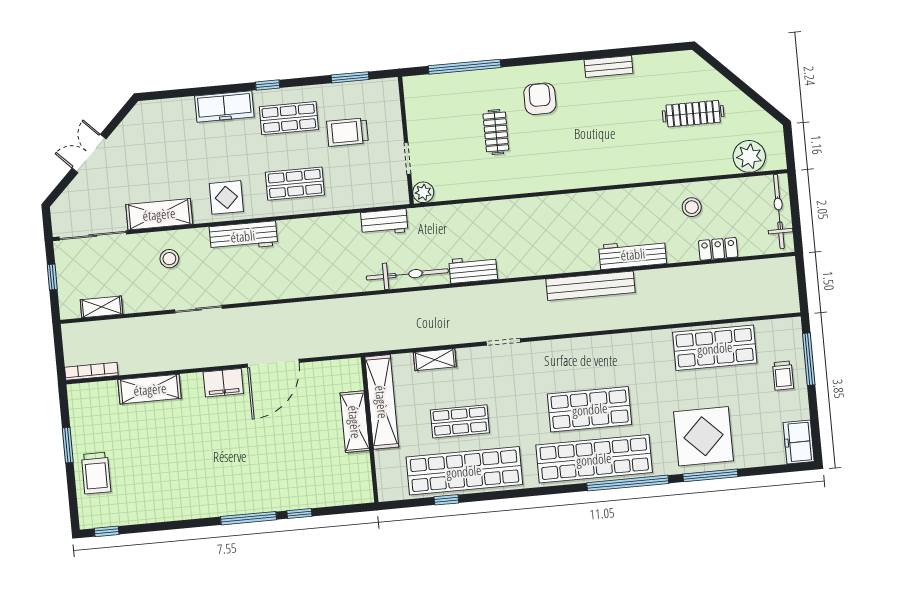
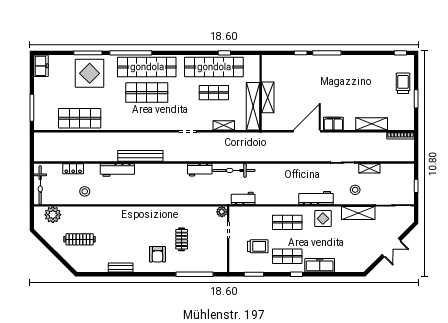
shelving: (102, 307) -> (369, 168), moved
trolley: (783, 376) -> (46, 101), removed

